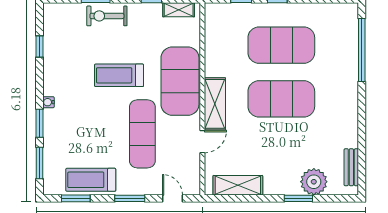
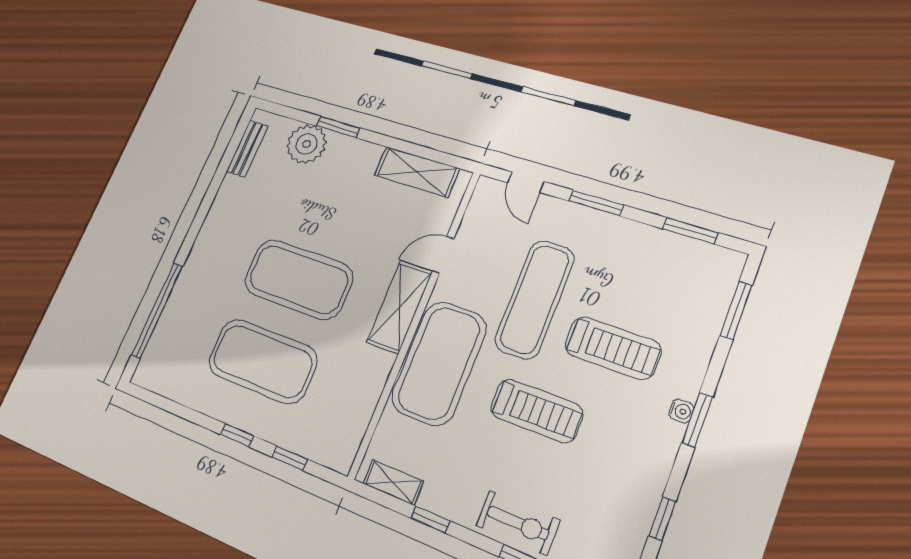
window: (39, 123) -> (697, 420), moved
treadmill: (91, 180) -> (613, 348), moved

